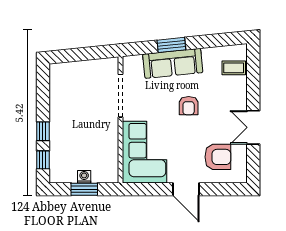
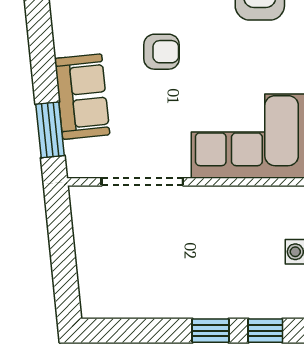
window: (171, 45) -> (50, 130), moved
sofa: (173, 63) -> (82, 97), width x0.73

